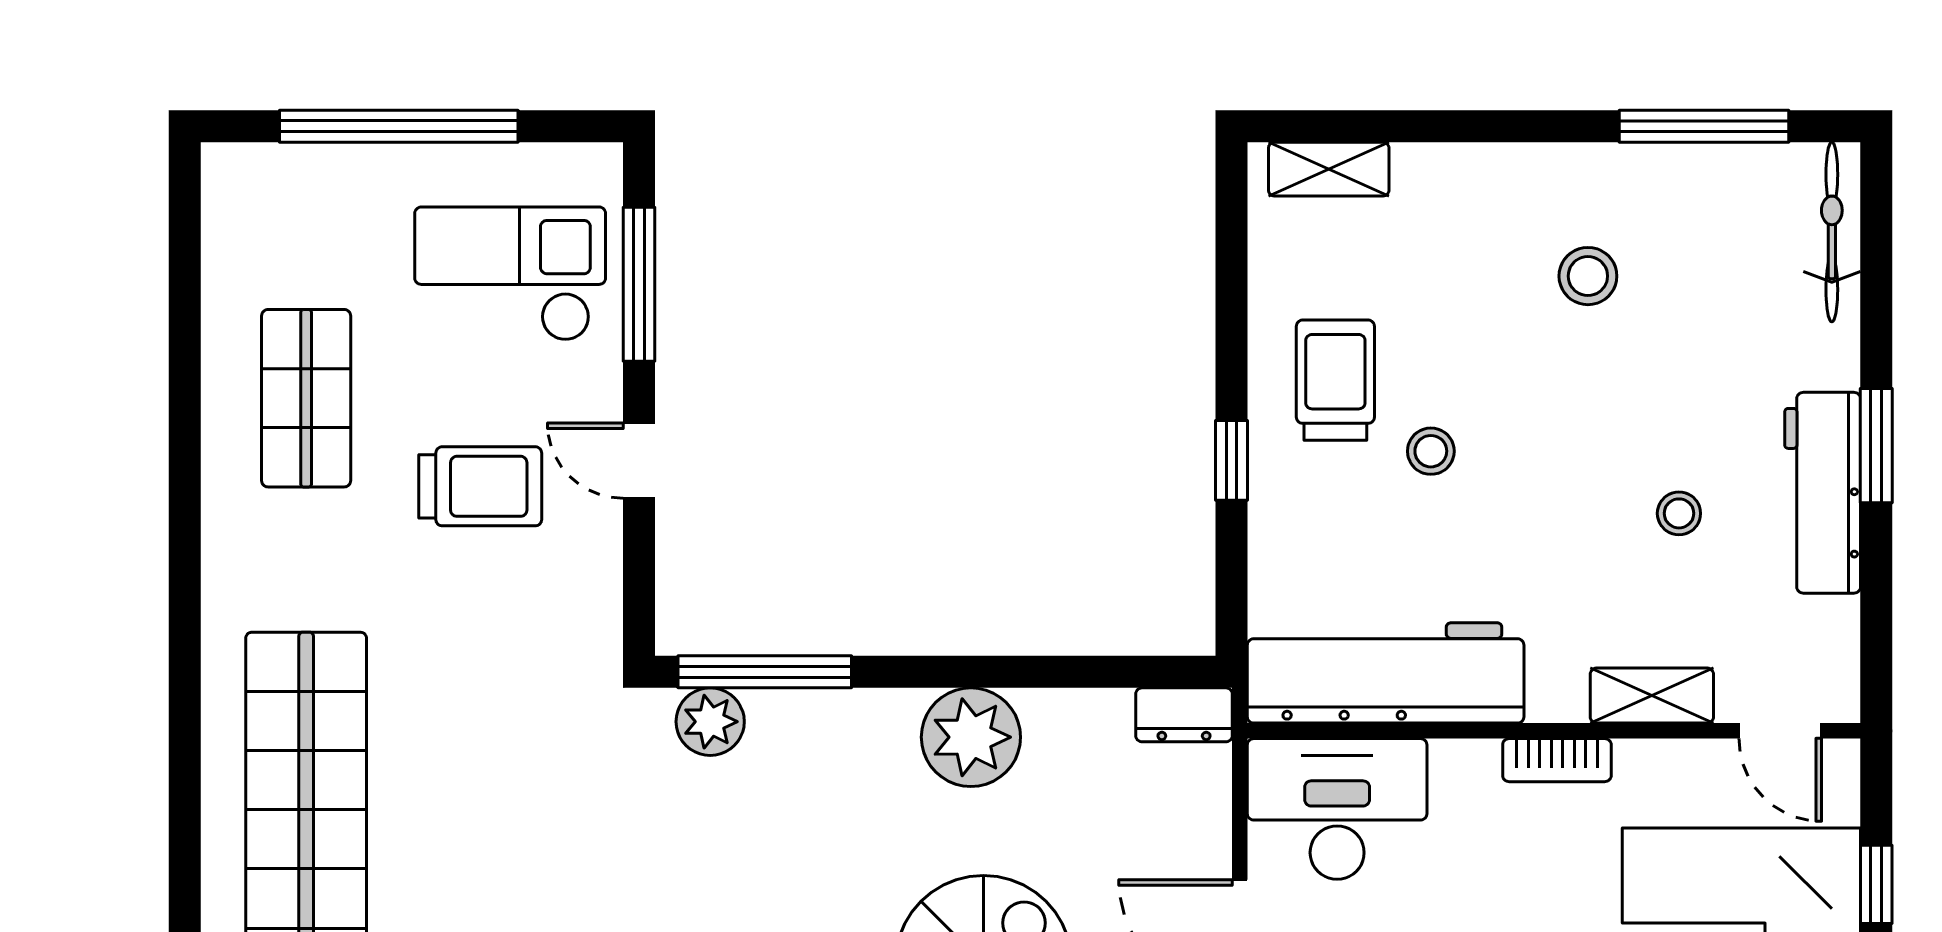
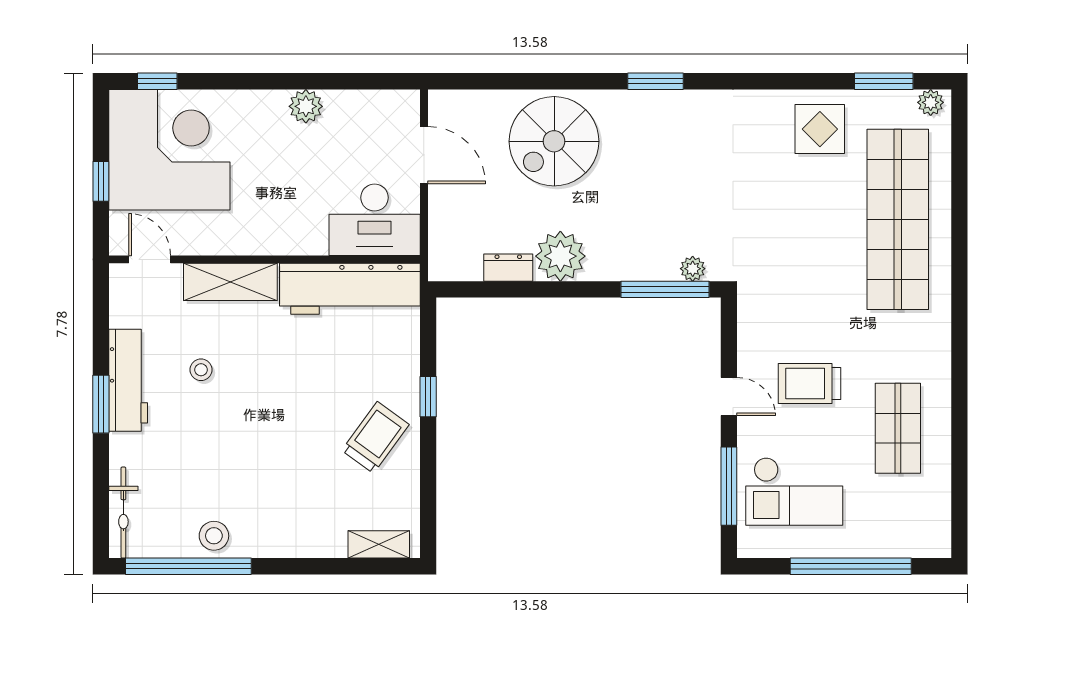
window: (1704, 126) -> (188, 566), width x1.46
stool: (1588, 276) -> (214, 536), moved
trolley: (1335, 380) -> (375, 437), turned -144
stool: (1431, 451) -> (327, 401), removed
shelving: (1652, 696) -> (230, 282), width x1.50, depth x1.33
dresser: (1184, 715) -> (508, 268), moved
plant: (710, 722) -> (693, 269), width x0.73, depth x0.73
bookcase: (1557, 760) -> (263, 245), removed

